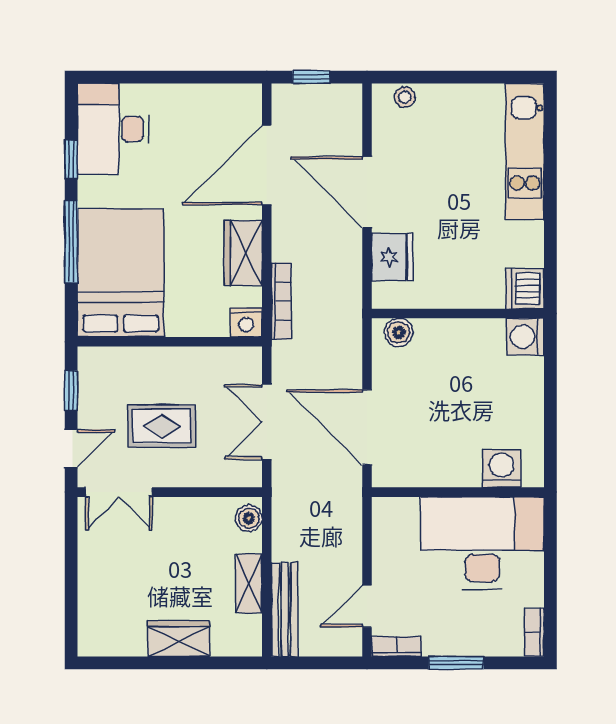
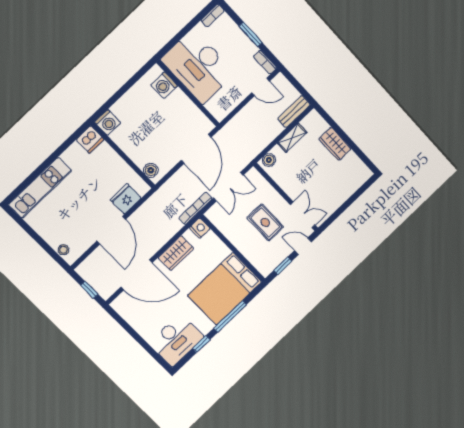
bookcase: (281, 301) -> (196, 208), moved
bench: (285, 610) -> (294, 112), width x0.73

